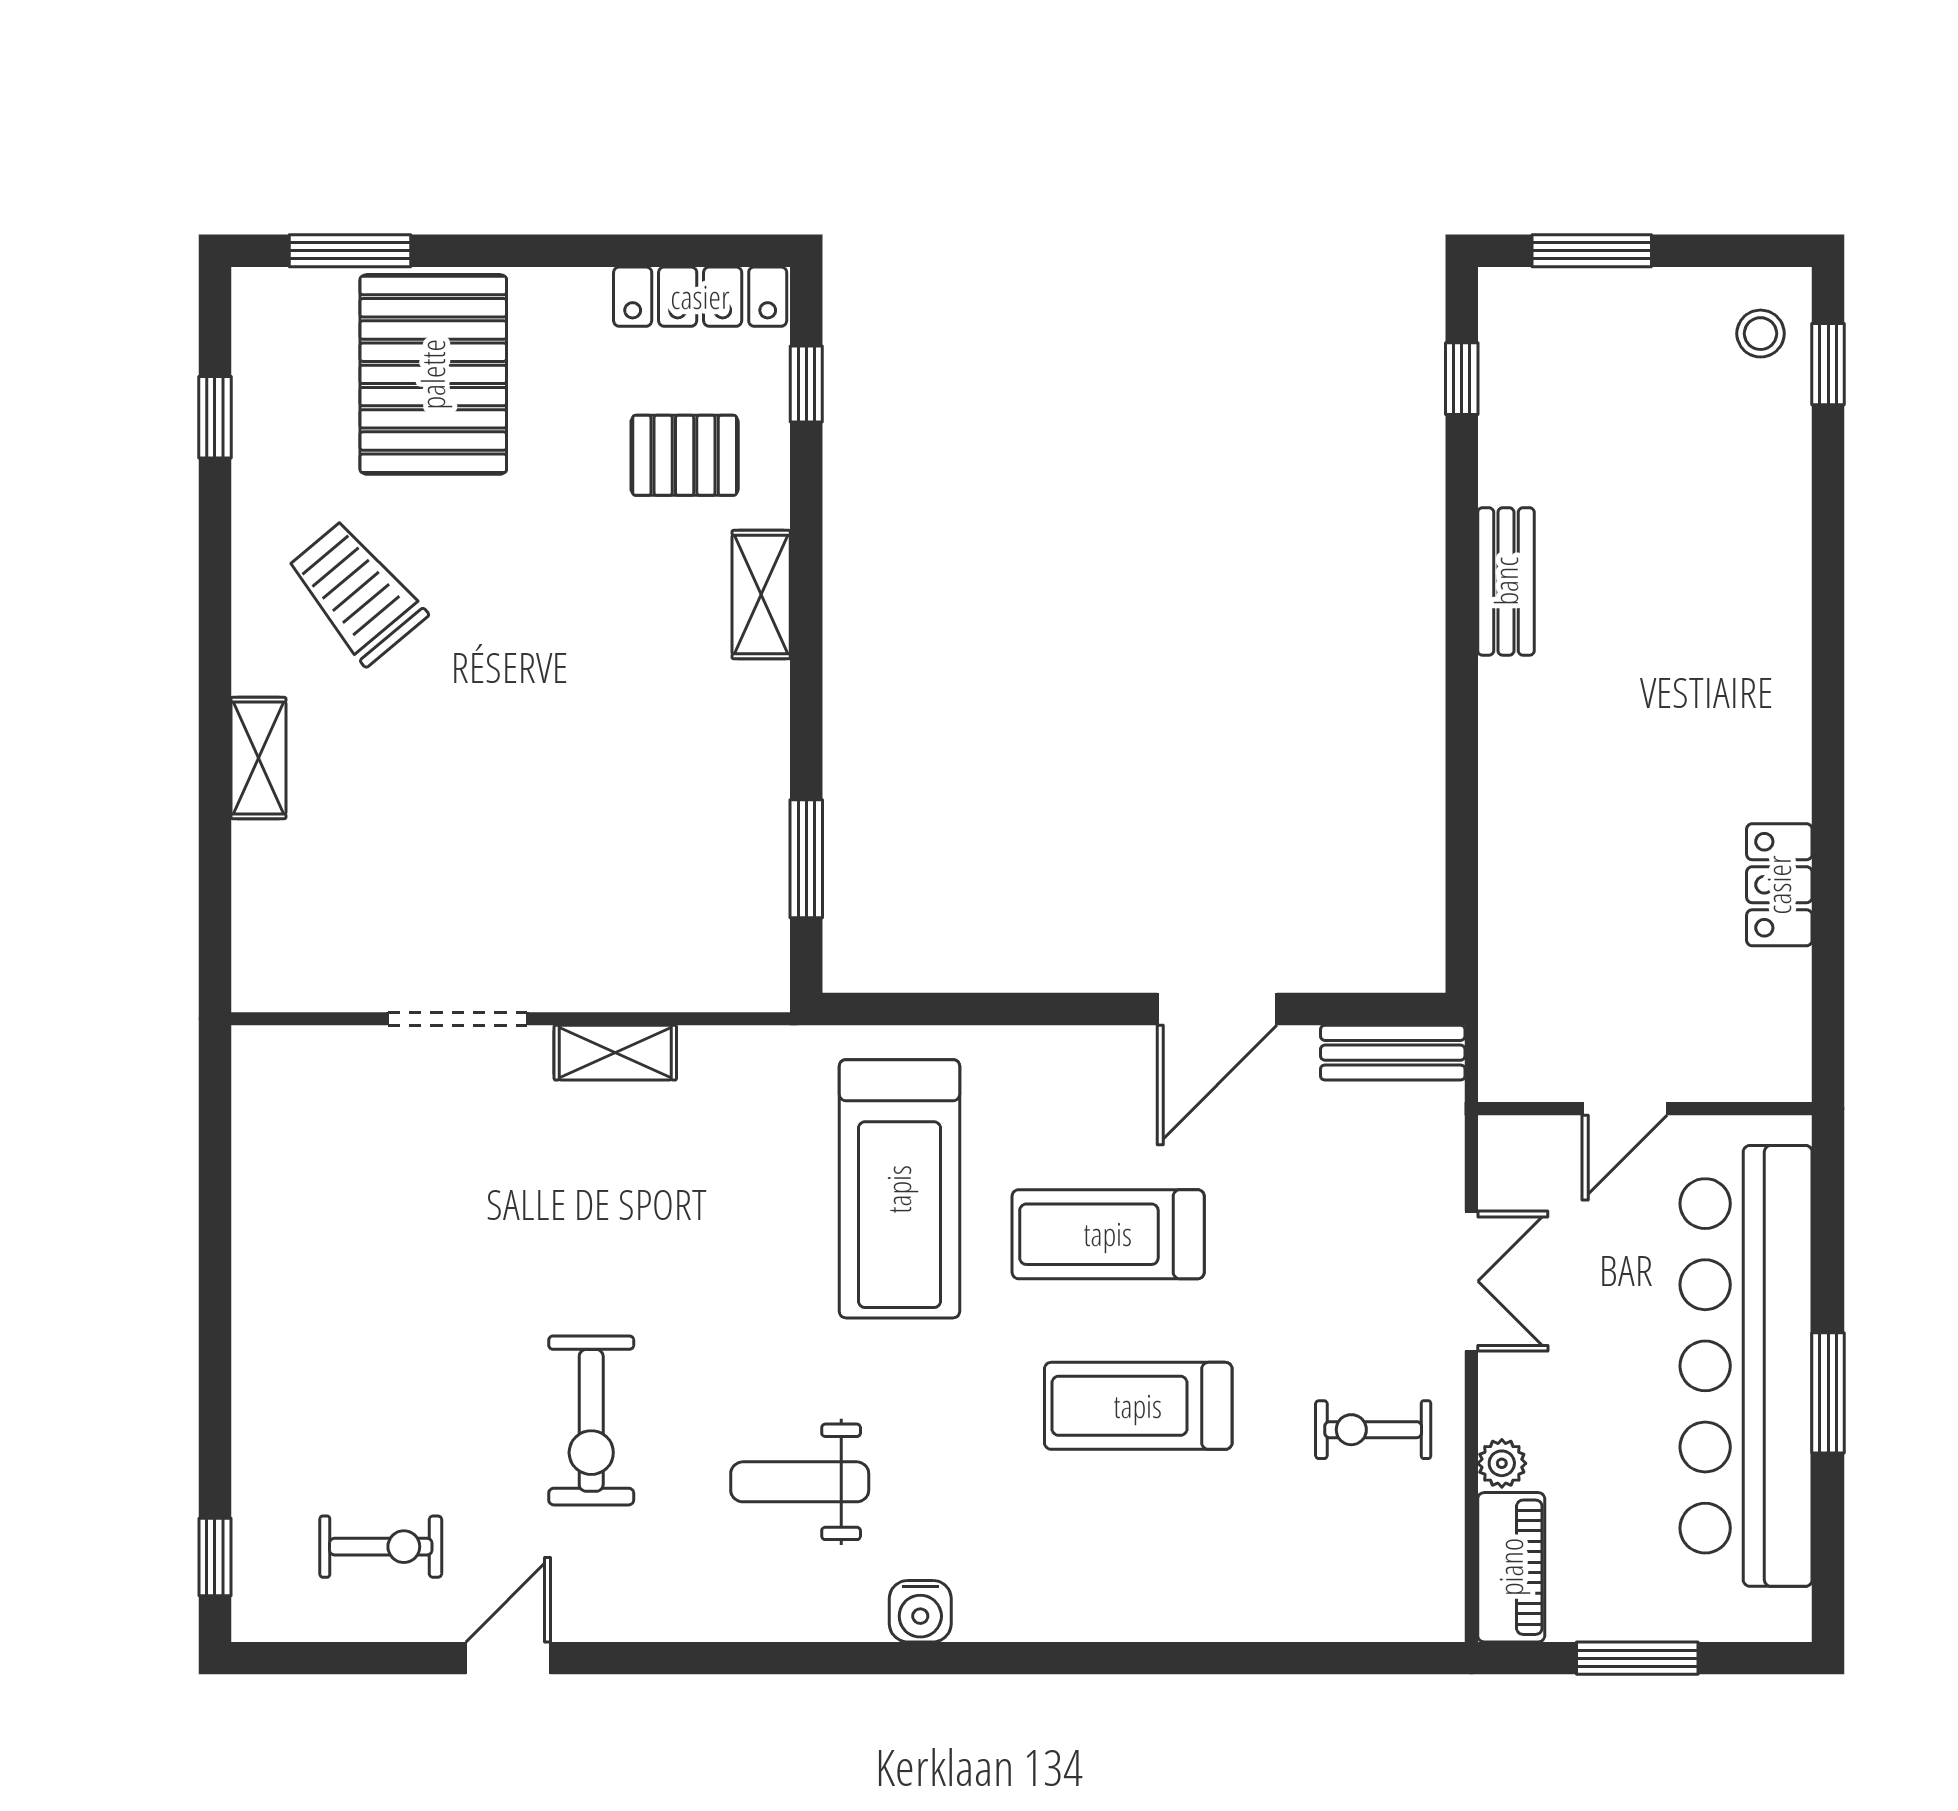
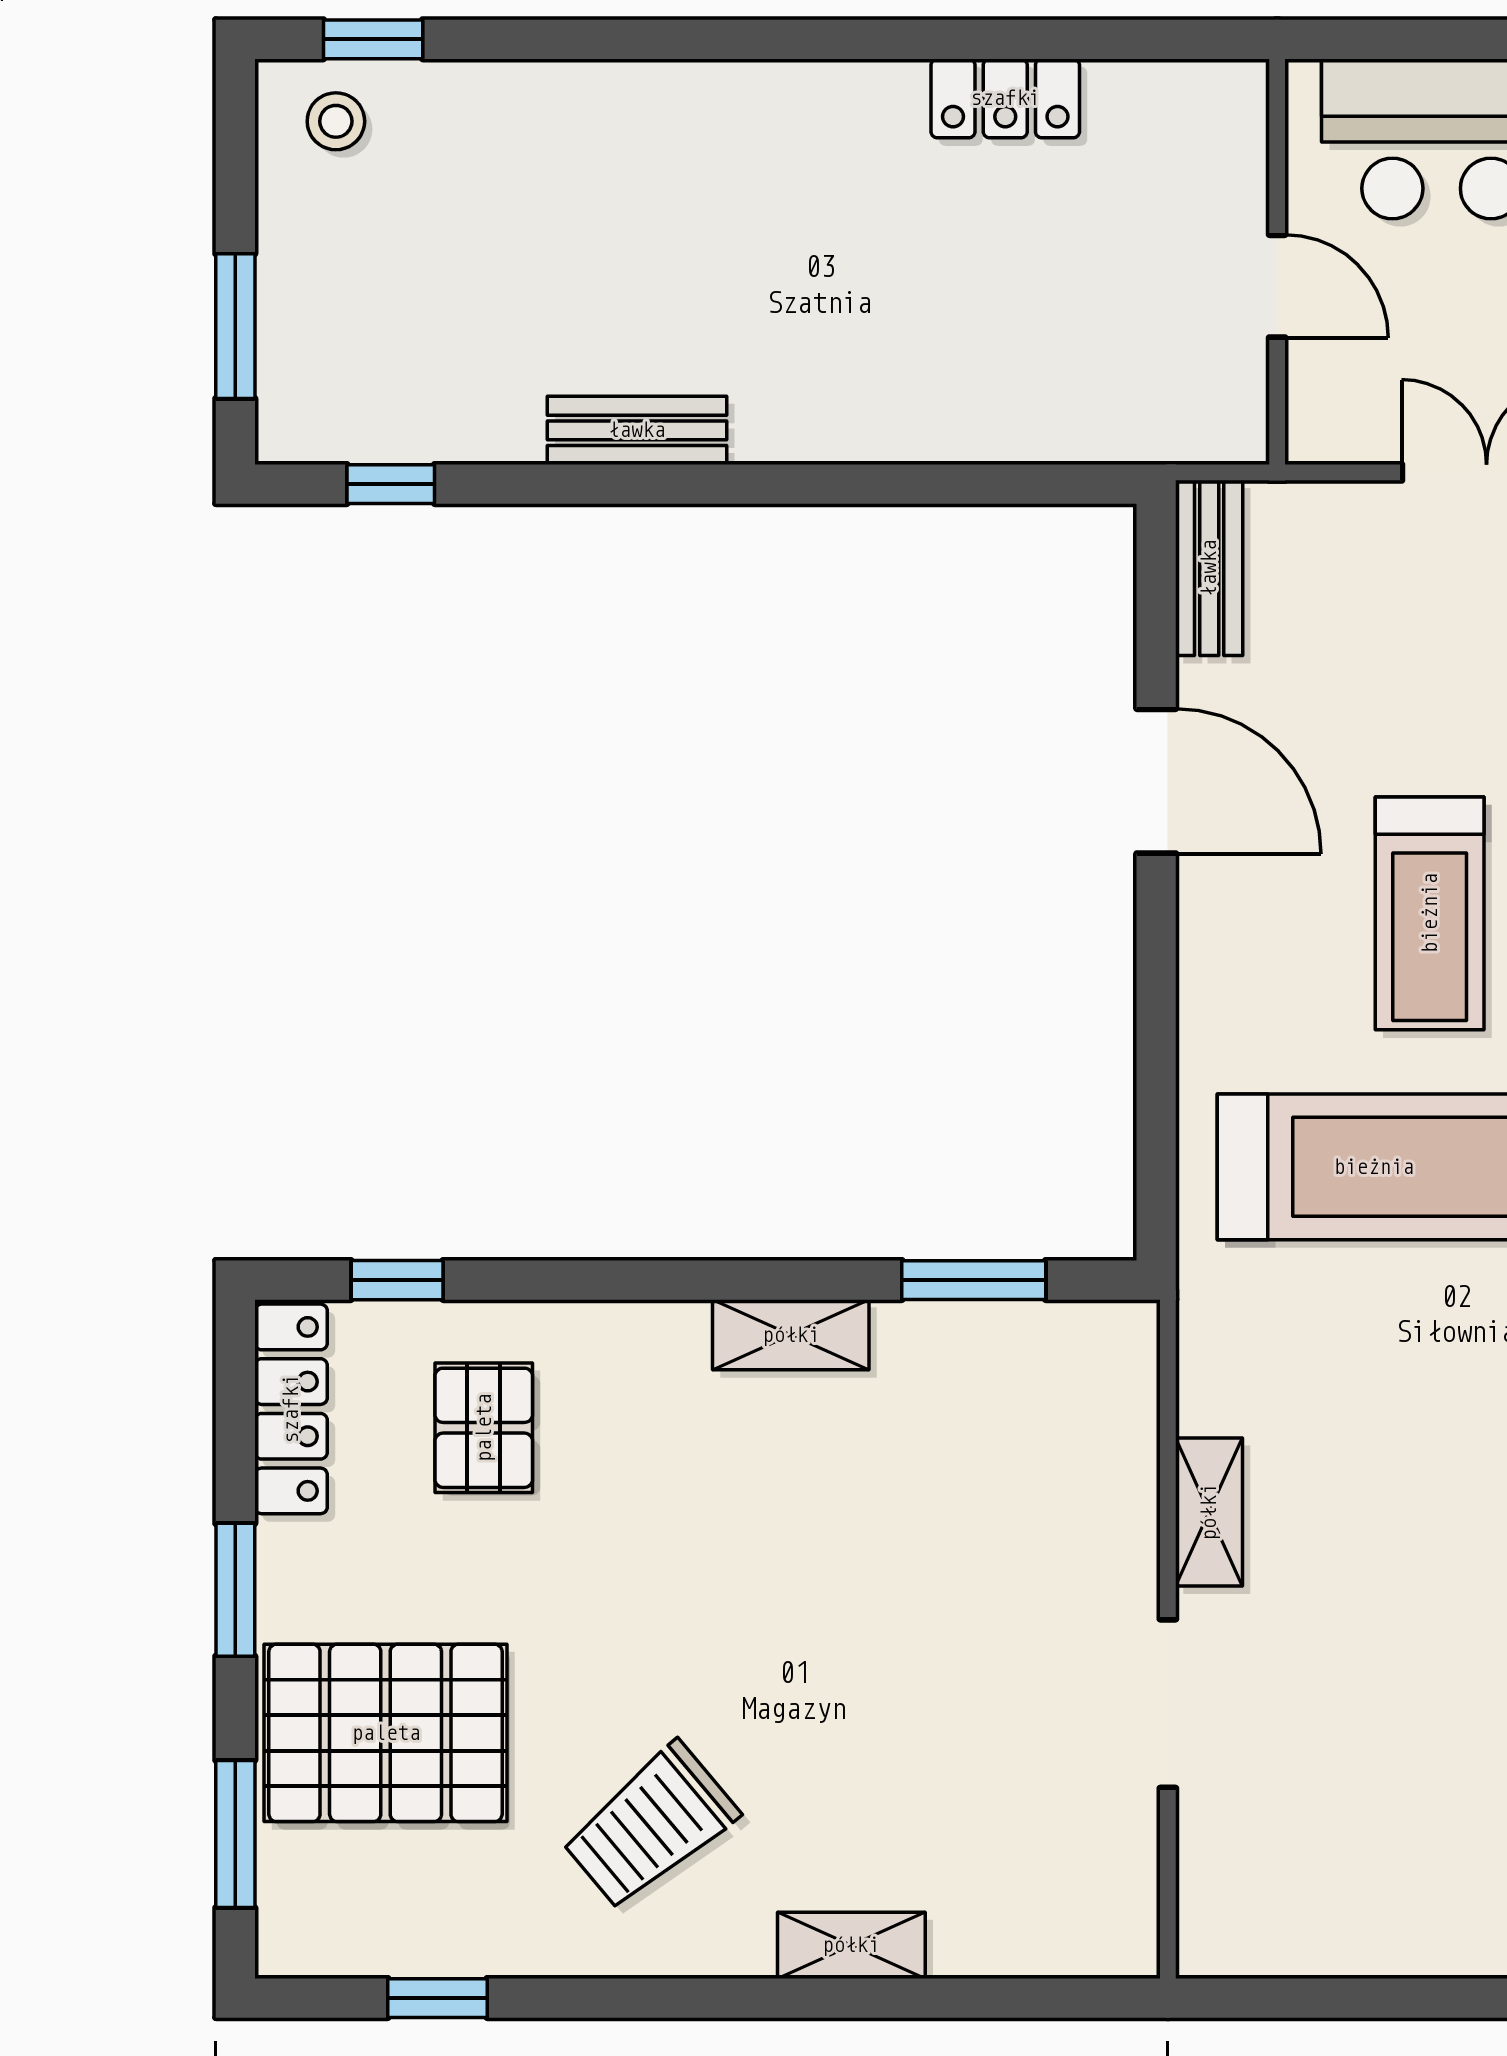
window: (551, 251) -> (235, 1590), added
shelving: (761, 595) -> (791, 1335), moved

